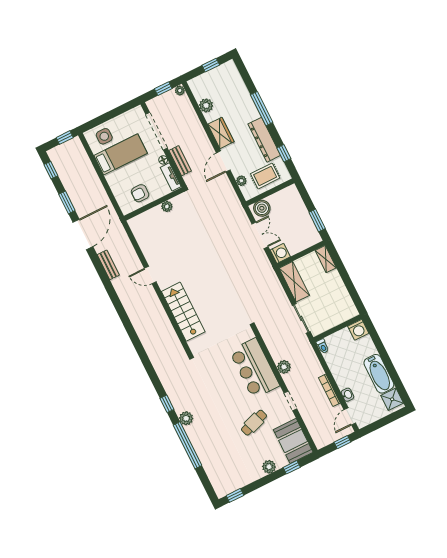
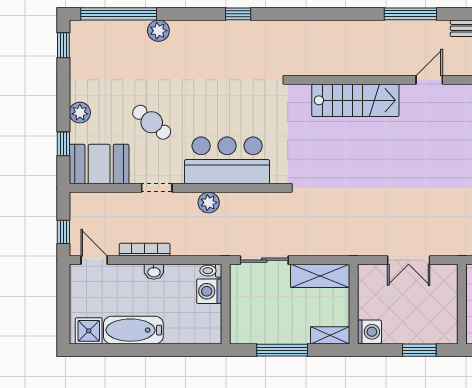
boiler: (262, 208) -> (445, 281), removed
window: (317, 220) -> (419, 350), moved
washing machine: (280, 253) -> (369, 332), moved, turned -90
window: (348, 282) -> (282, 350), added
window: (118, 305) -> (410, 14), added
washing machine: (358, 330) -> (209, 291), moved
washbasin: (347, 395) -> (154, 272), moved
plant: (186, 418) -> (158, 31), moved
cafe table: (254, 423) -> (152, 122), turned -31
window: (187, 445) -> (119, 14), moved

